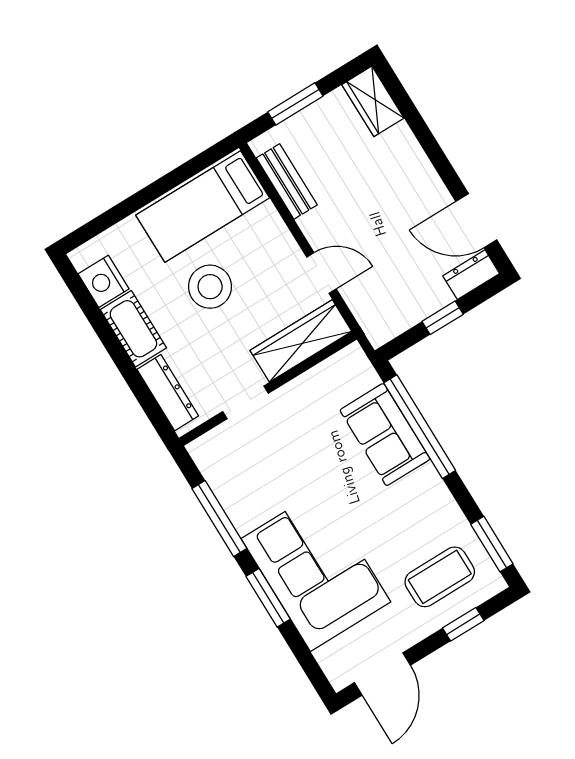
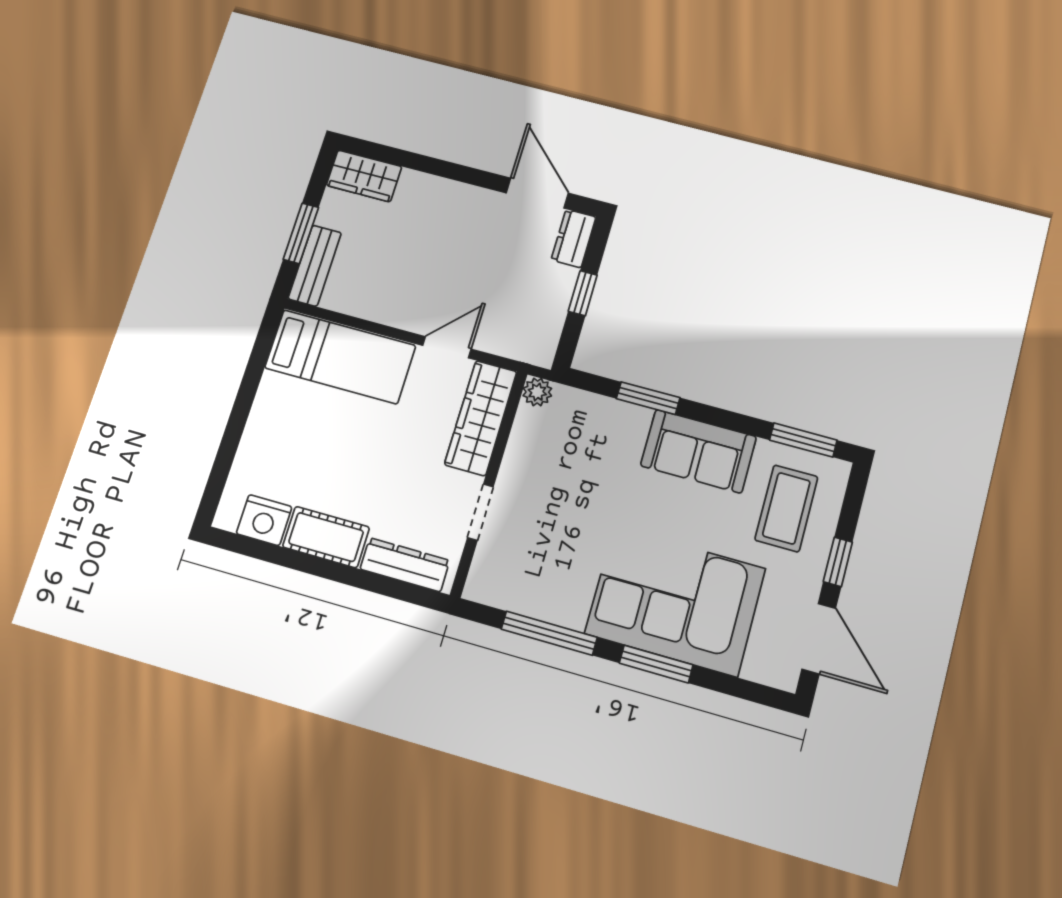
bench: (287, 181) -> (315, 266), moved, turned 90
bed: (203, 206) -> (340, 357), moved, turned -90
door: (476, 221) -> (537, 193), swing flipped
stool: (210, 287) -> (361, 442), removed
plant: (353, 357) -> (537, 392), added
window: (420, 427) -> (648, 398), width x0.47
sofa: (385, 435) -> (698, 451), moved
window: (463, 624) -> (838, 562), moved

